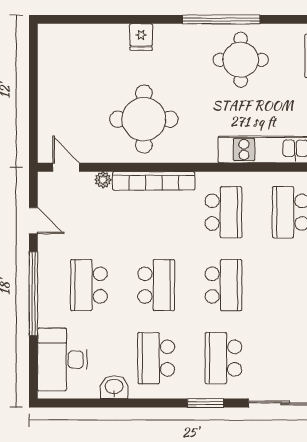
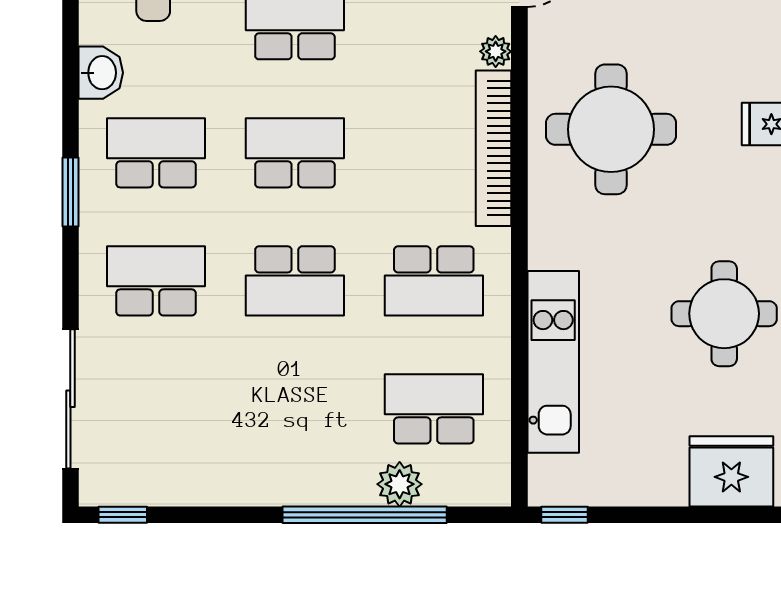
school desk: (156, 285) -> (295, 153), turned 180
window: (205, 403) -> (70, 192), moved

